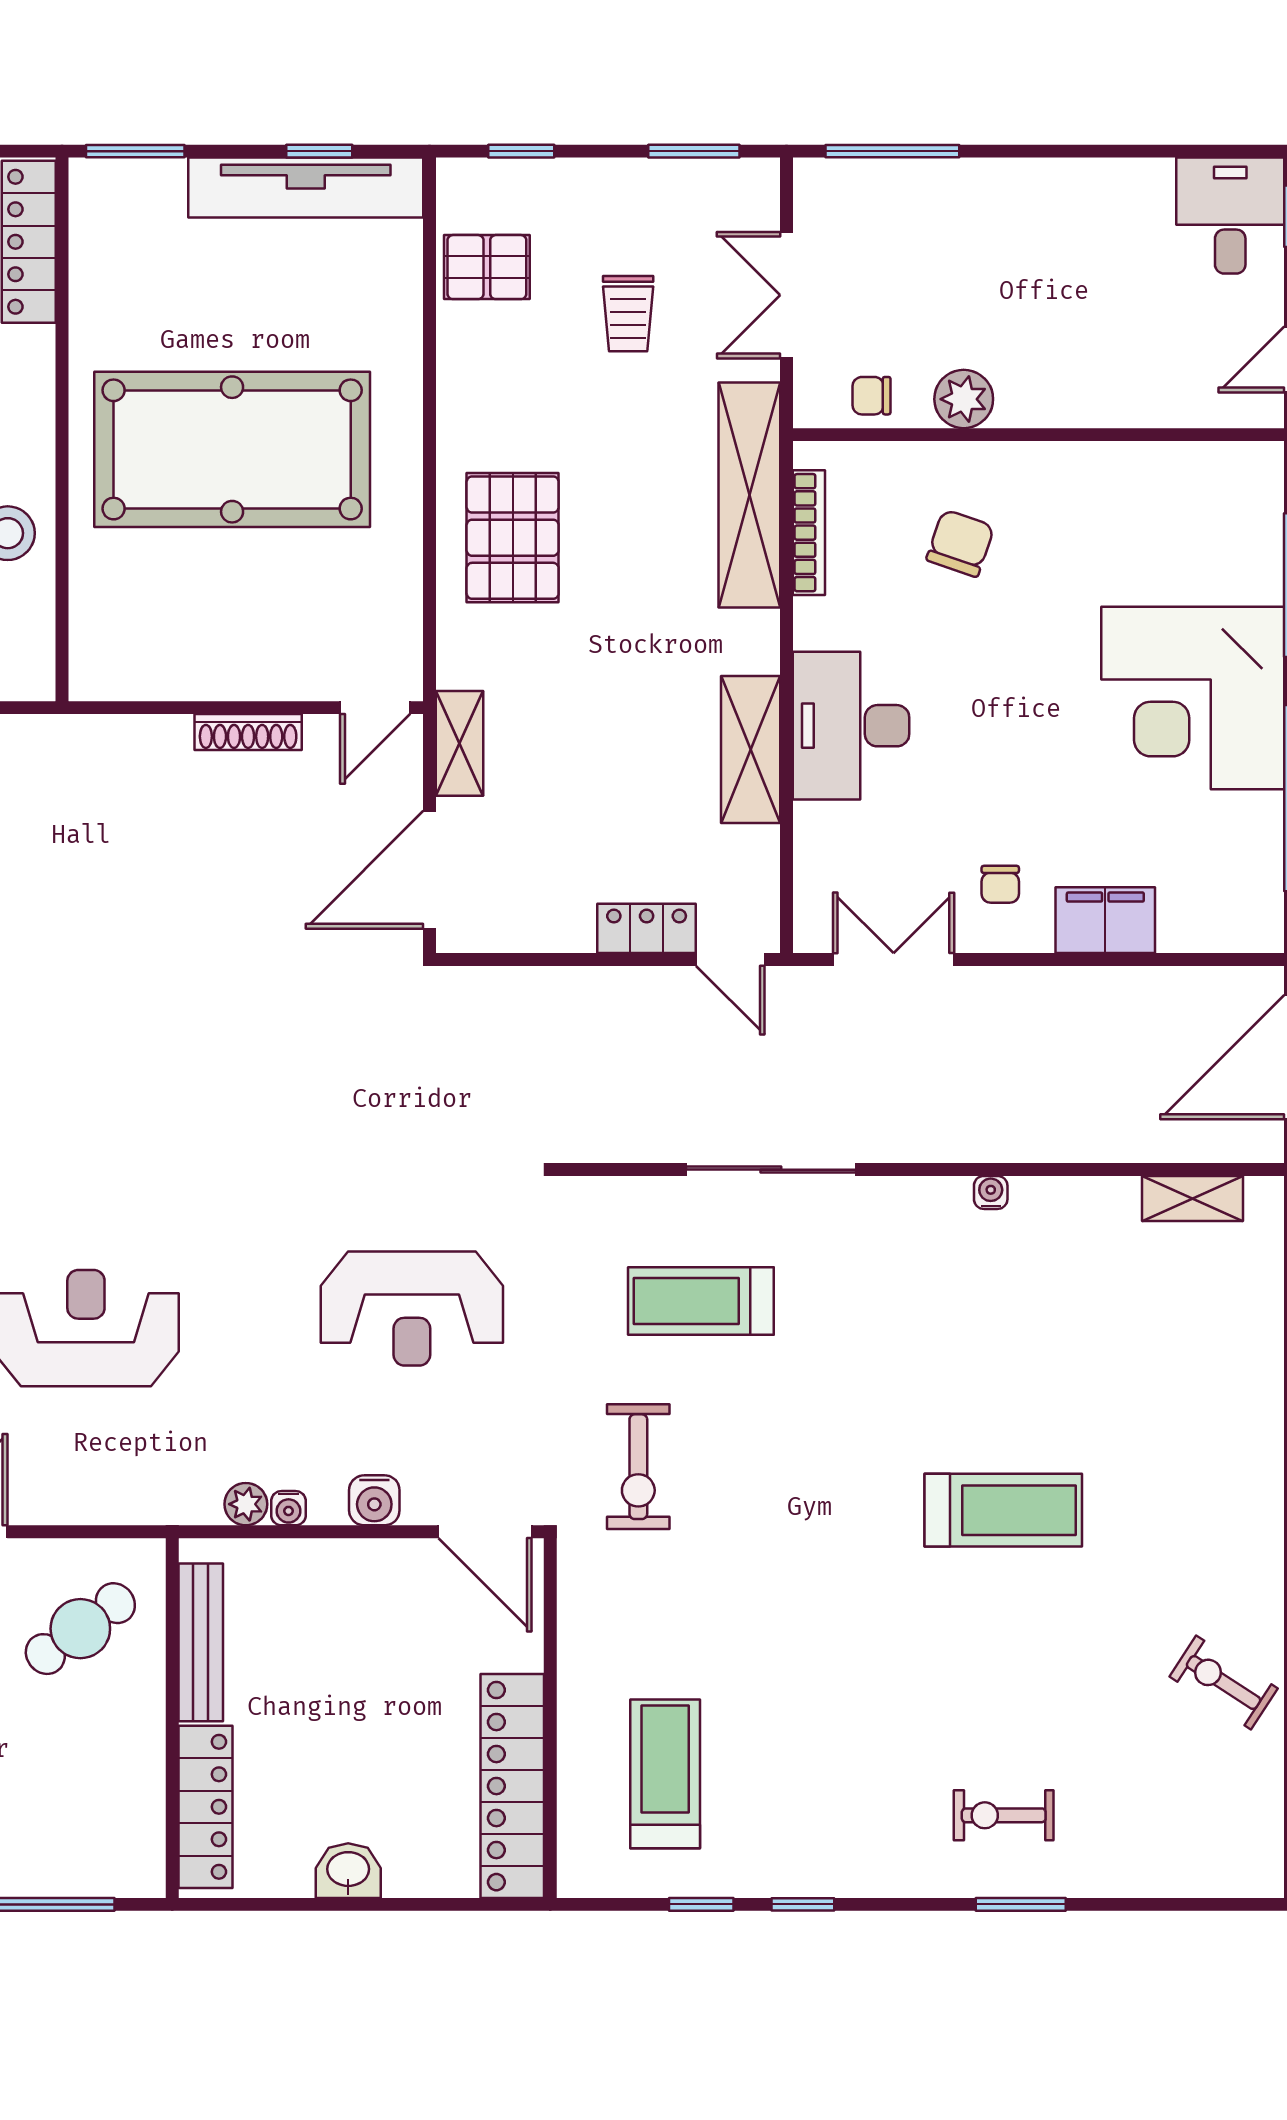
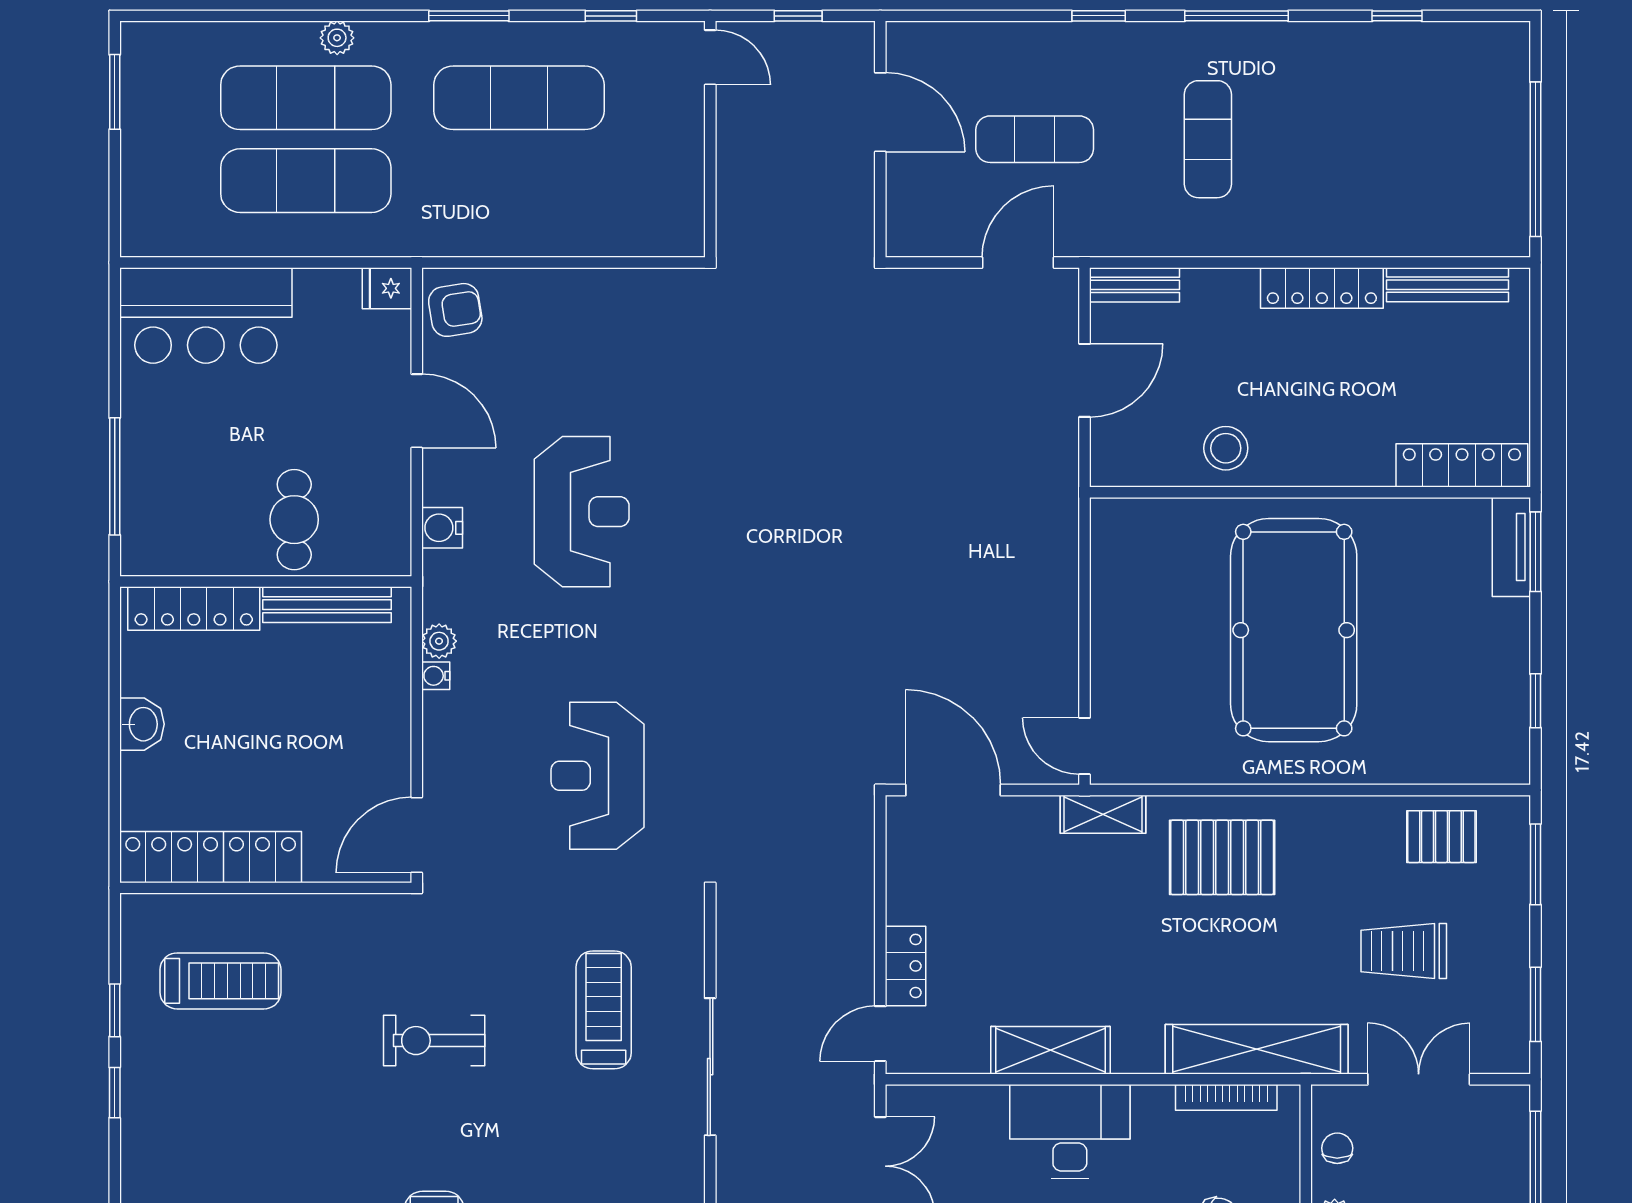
window: (521, 151) -> (1535, 864), width x1.50
tv unit: (306, 187) -> (1511, 547), moved, width x0.52, depth x0.78
pallet: (487, 267) -> (1441, 837), turned 90
trolley: (628, 314) -> (1404, 951), width x1.36, depth x1.39
shoe rack: (248, 732) -> (1065, 643), removed
shelving: (459, 743) -> (1103, 814), moved
exercise bike: (638, 1467) -> (434, 1041), moved
water cooler: (374, 1500) -> (442, 528), moved
cafe table: (80, 1629) -> (294, 520), moved, turned 36

